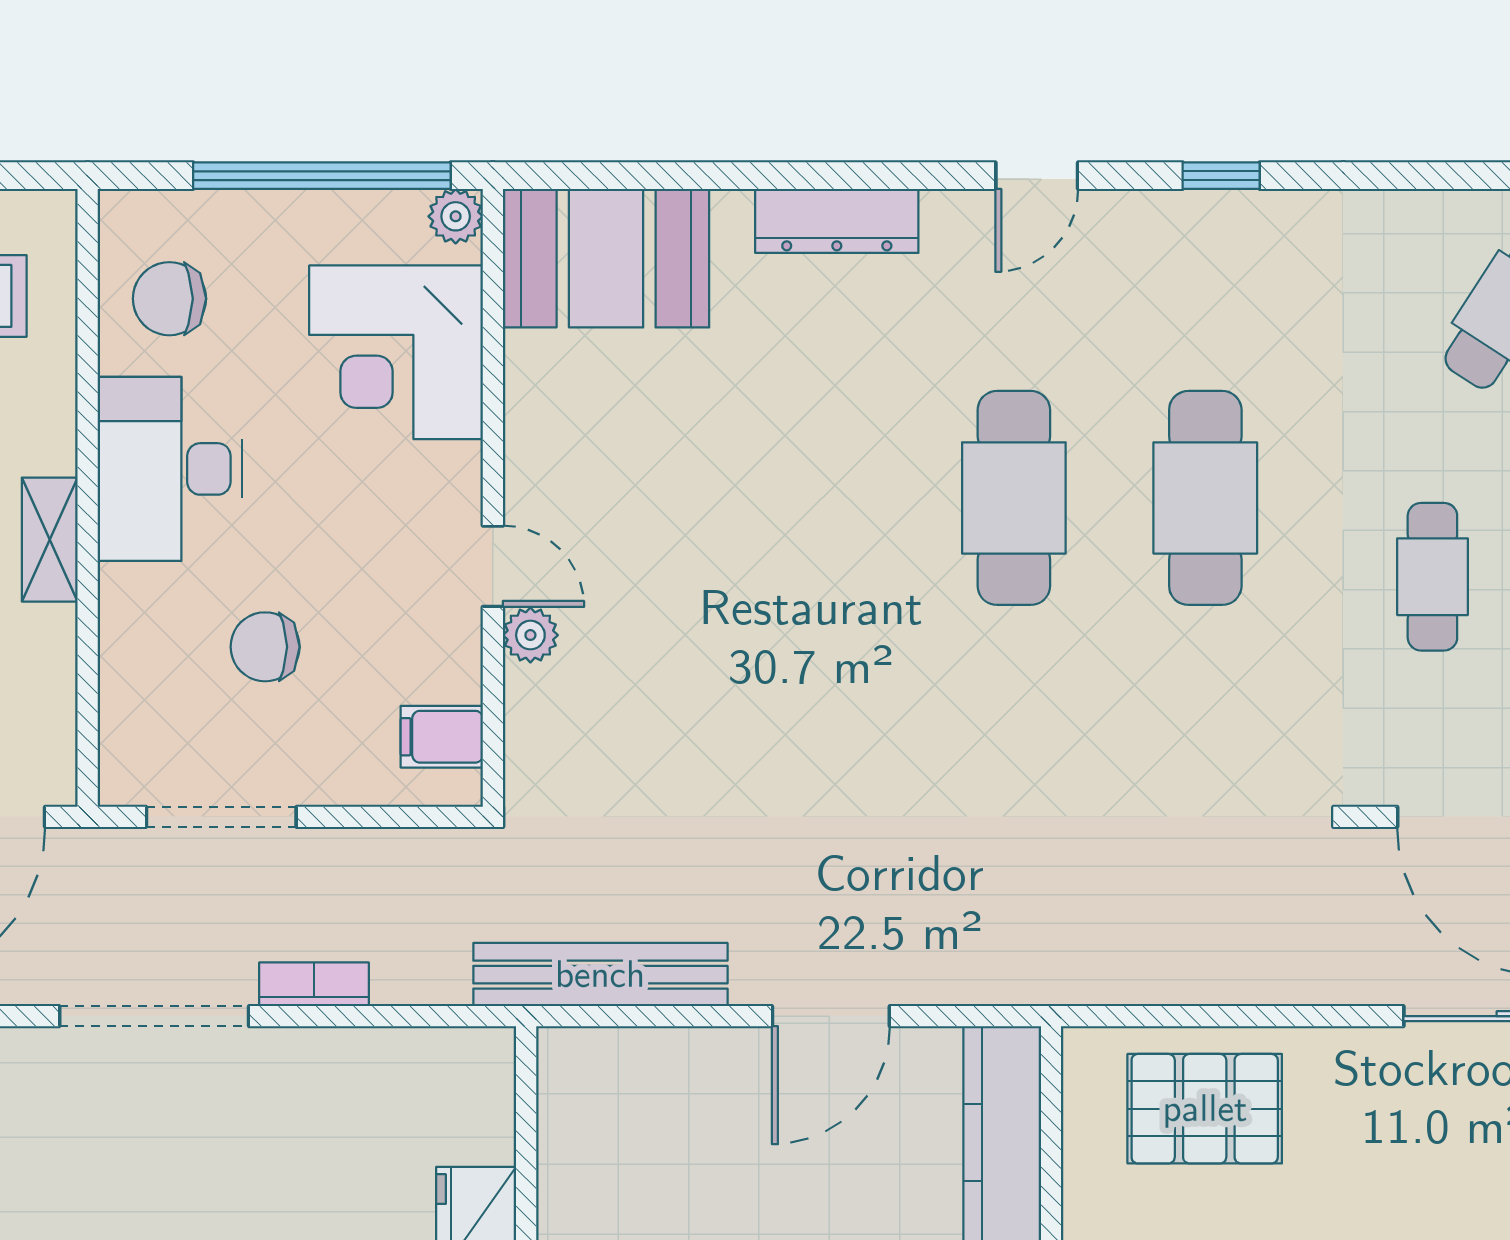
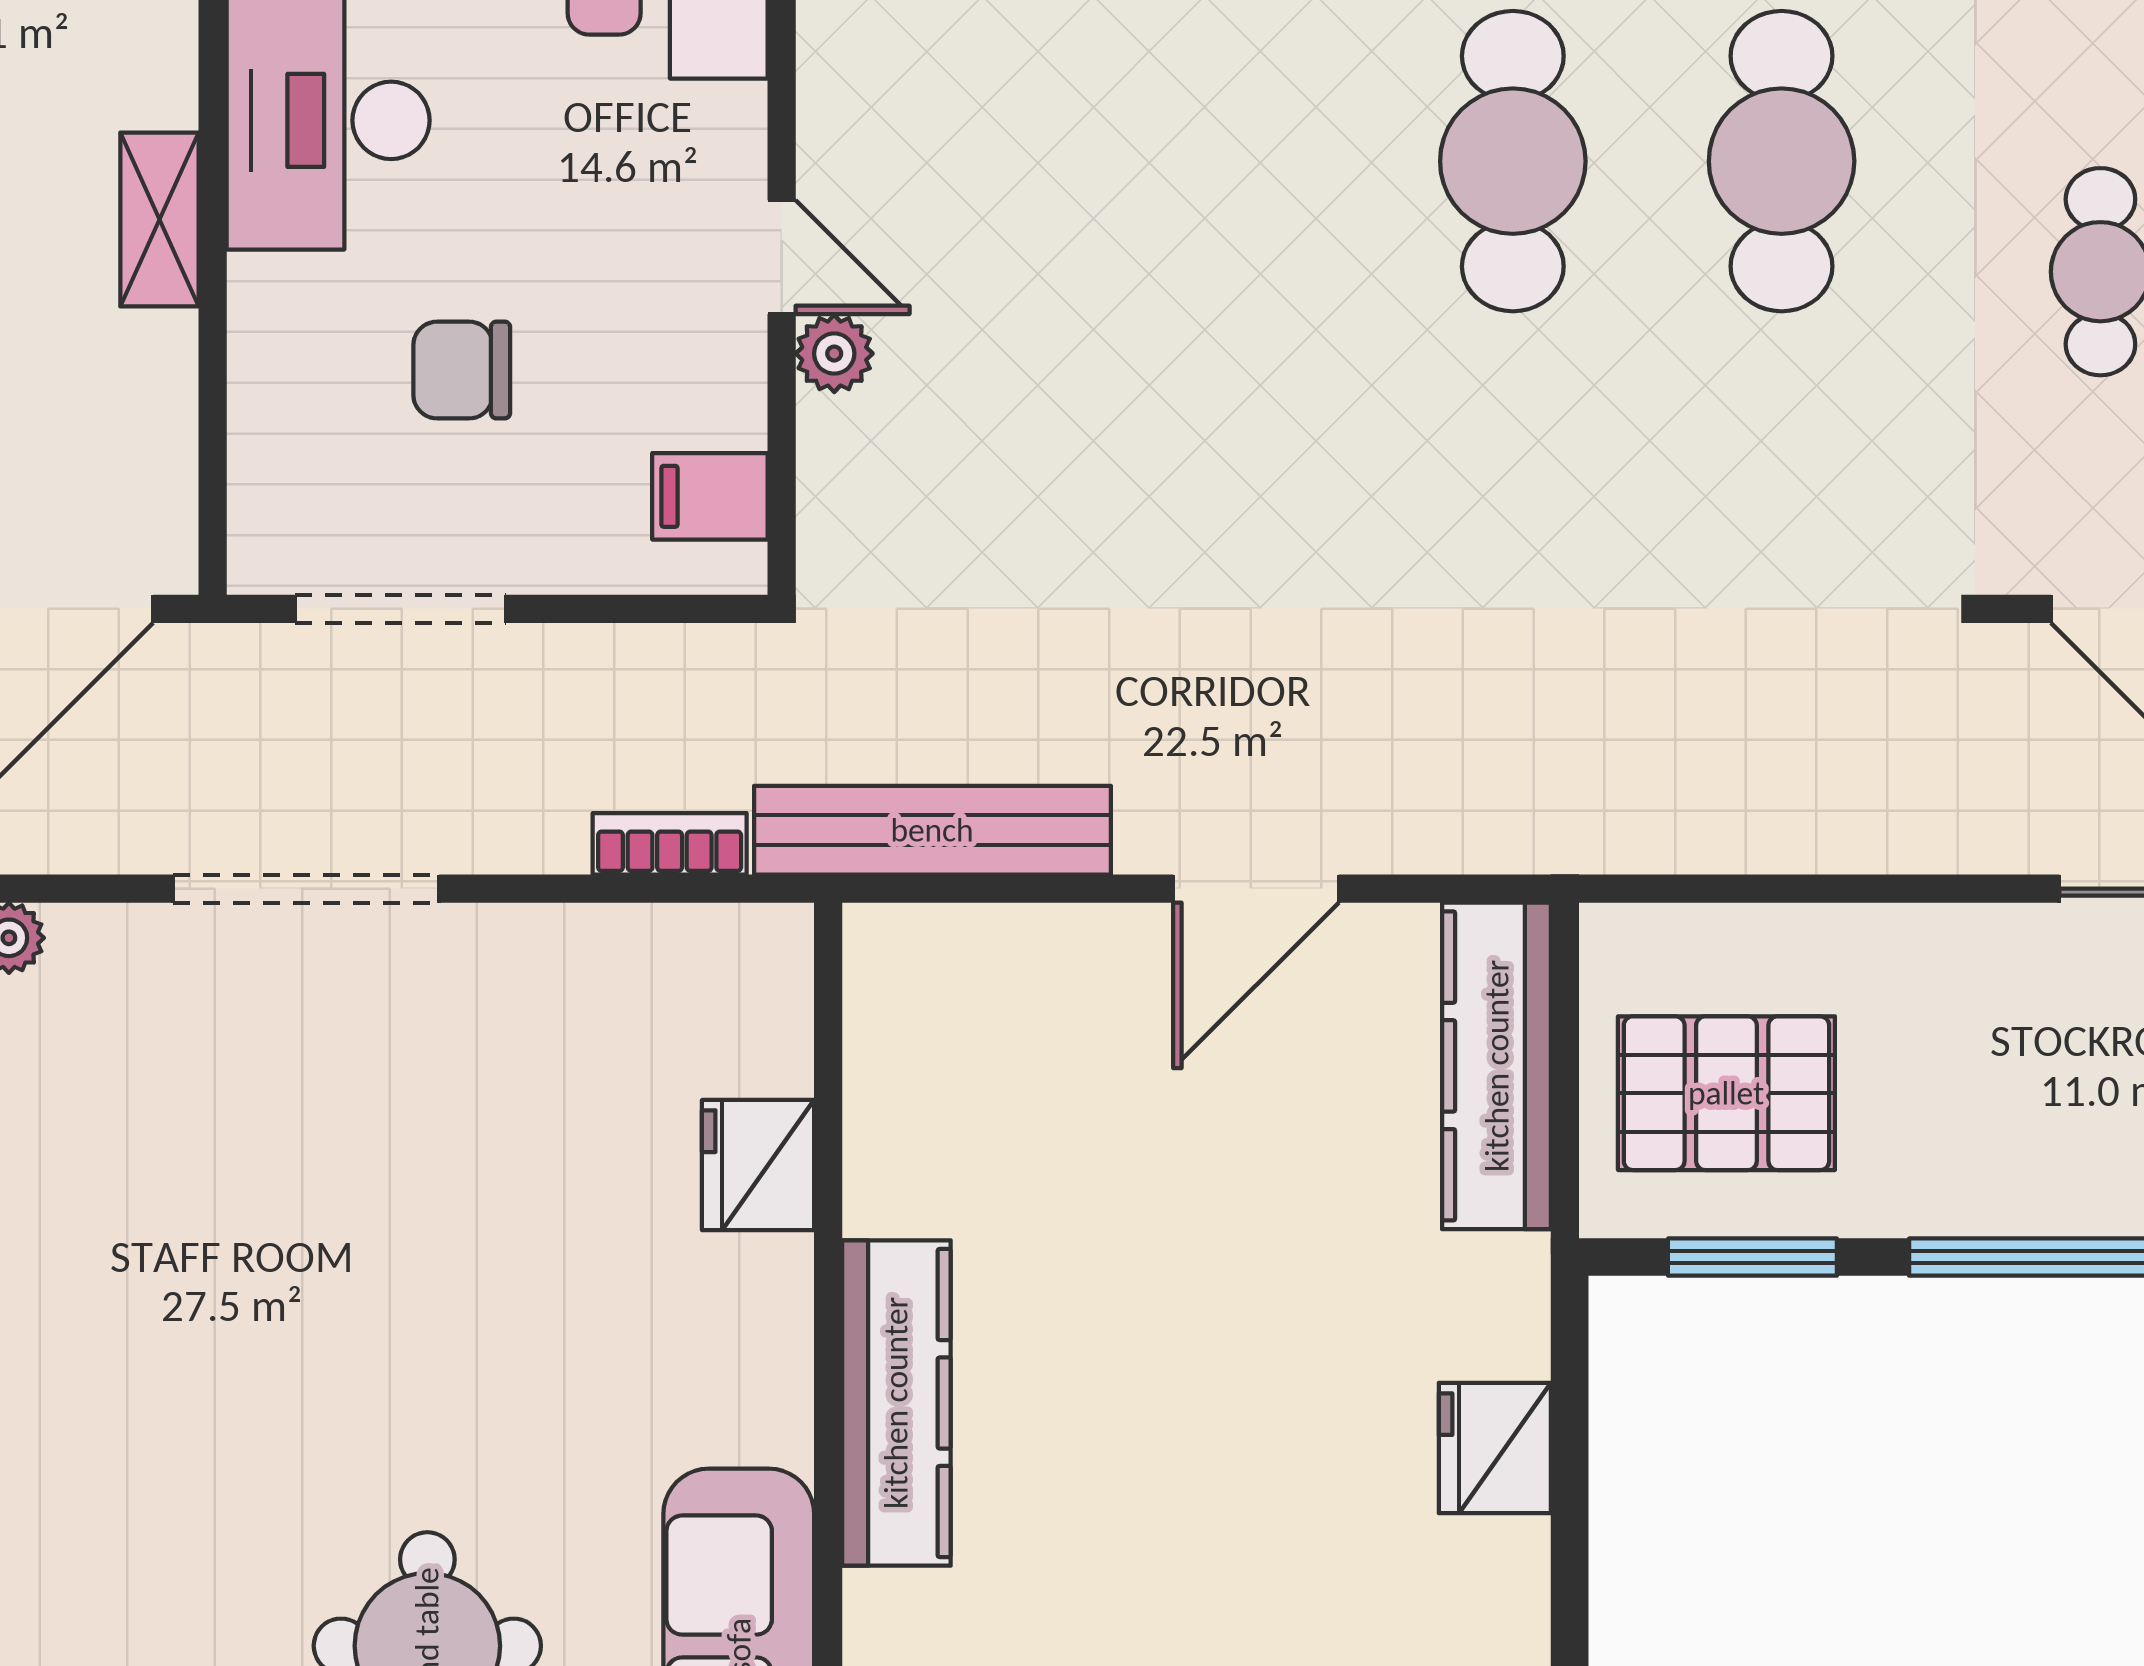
bookcase: (314, 984) -> (670, 844), moved
pallet: (1205, 1109) -> (1726, 1093), moved

